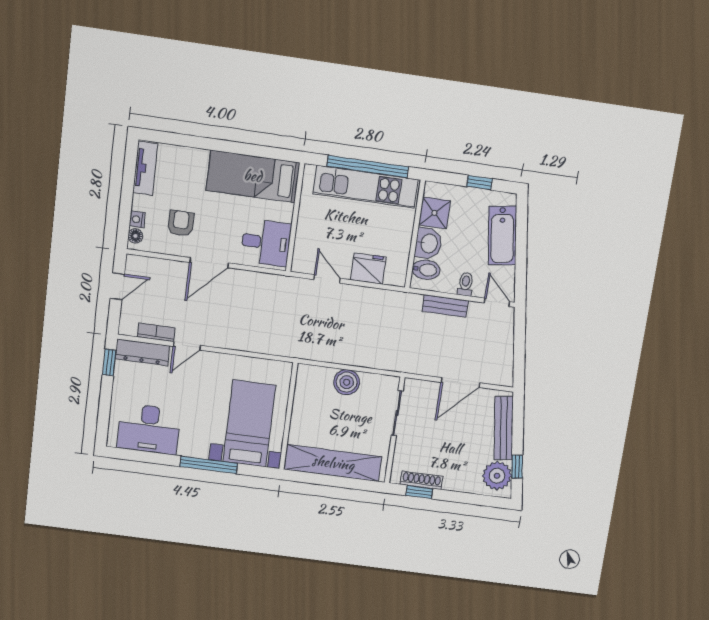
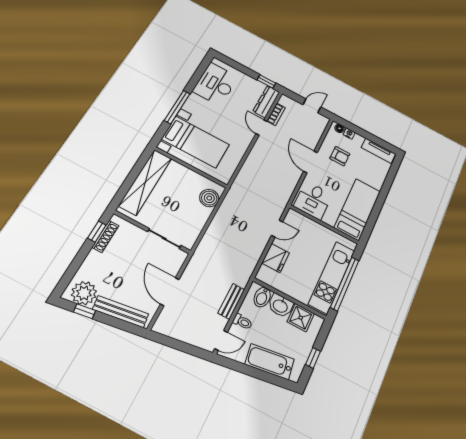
door: (117, 286) -> (312, 106), swing flipped
boiler: (347, 382) -> (209, 198), moved

